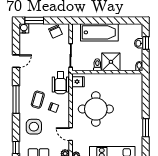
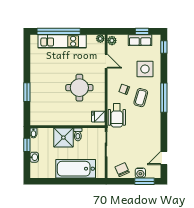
water cooler: (24, 28) -> (140, 173), moved
window: (146, 43) -> (27, 145), moved
door: (16, 61) -> (164, 158), moved
wheelchair: (60, 83) -> (117, 115), turned 180
round table: (96, 109) -> (79, 88), width x0.73, depth x0.73
window: (146, 128) -> (27, 92), moved

